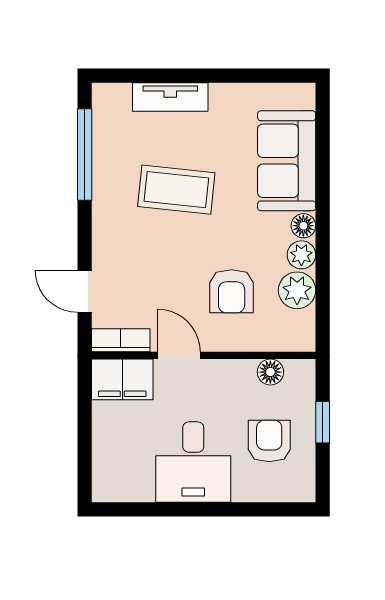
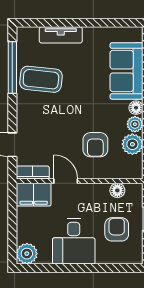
coffee table: (176, 190) -> (41, 79), moved
plant: (110, 484) -> (27, 254), added

